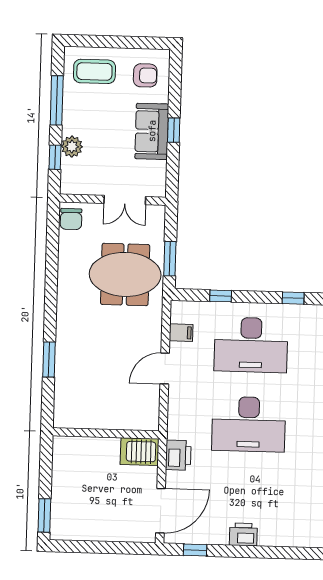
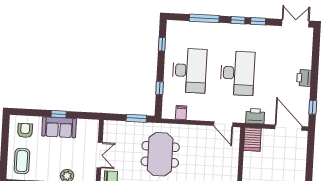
double door: (125, 200) -> (100, 155), moved
meeting table: (125, 274) -> (160, 154), moved
door: (165, 369) -> (223, 124), moved

